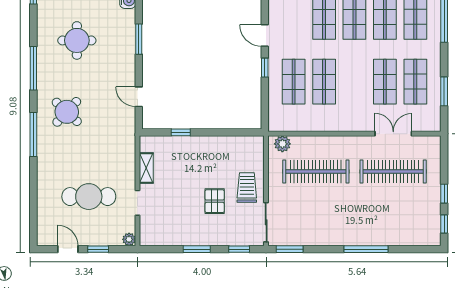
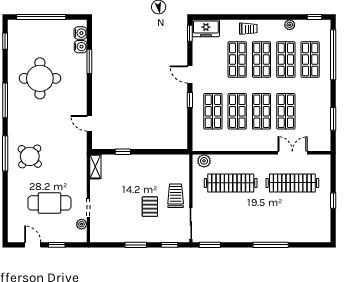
window: (139, 39) -> (89, 61), moved
round table: (77, 40) -> (40, 78), width x1.36, depth x1.36
shop shelf: (415, 82) -> (262, 111), moved
round table: (67, 112) -> (30, 156), moved
shelving: (146, 168) -> (95, 167), moved
window: (444, 224) -> (333, 225), removed
plant: (129, 239) -> (82, 224), moved

